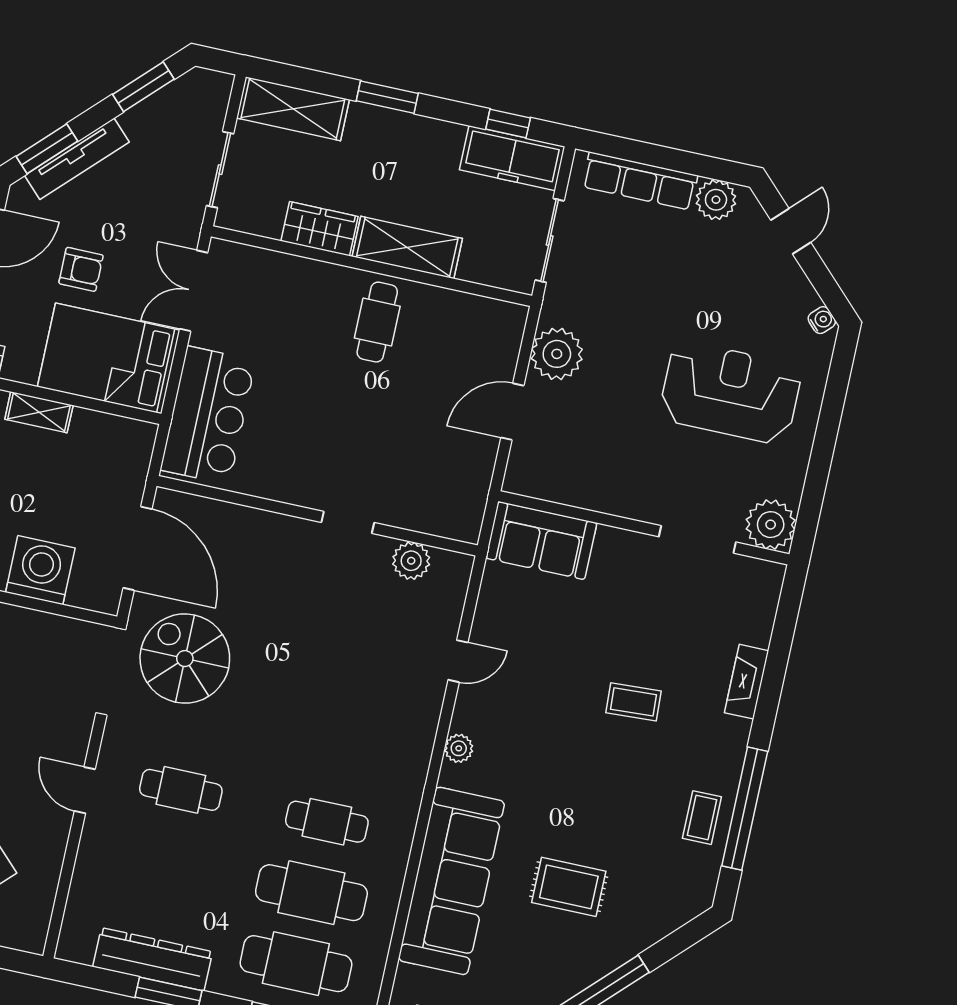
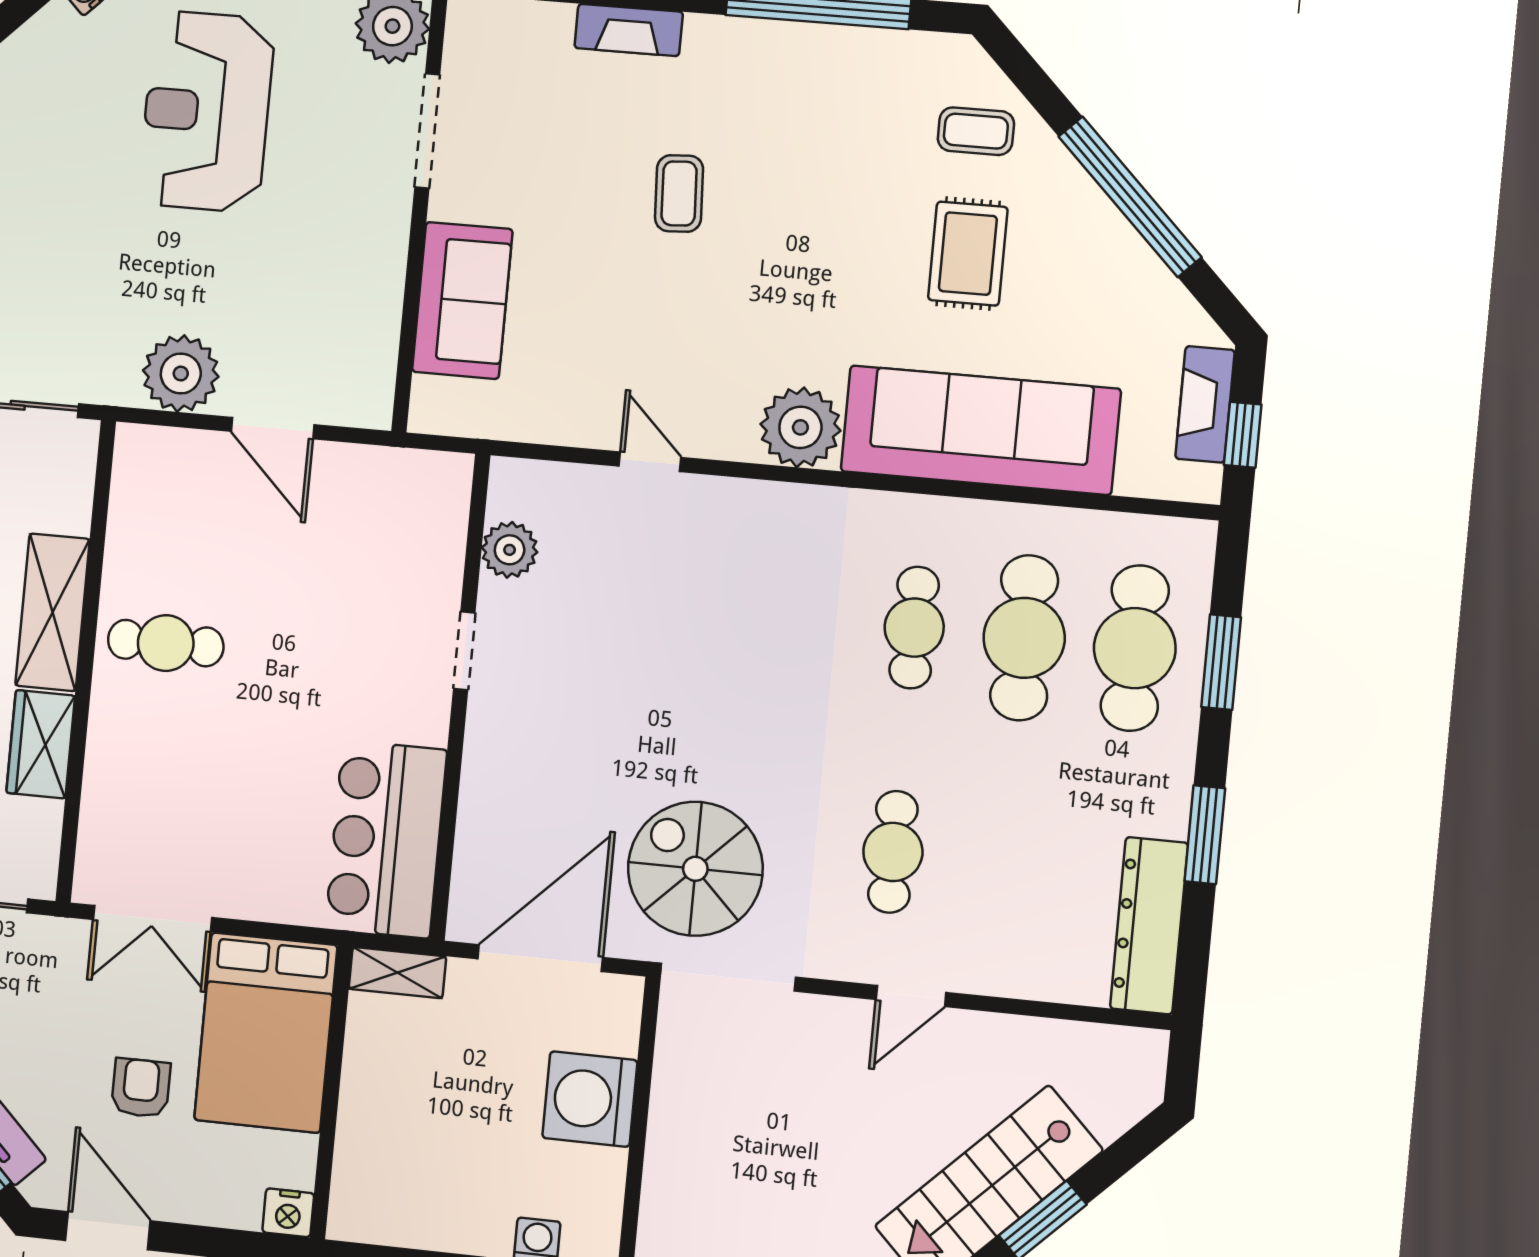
shelving: (39, 412) -> (397, 973), moved, turned 90
bar counter: (208, 415) -> (386, 839), moved, turned -90
sofa: (541, 541) -> (462, 300), moved
spiral stairs: (185, 659) -> (695, 869), turned 90
plant: (459, 748) -> (800, 427), width x1.88, depth x1.88
coffee table: (702, 818) -> (976, 131), moved
dresser: (153, 959) -> (1149, 926), moved

